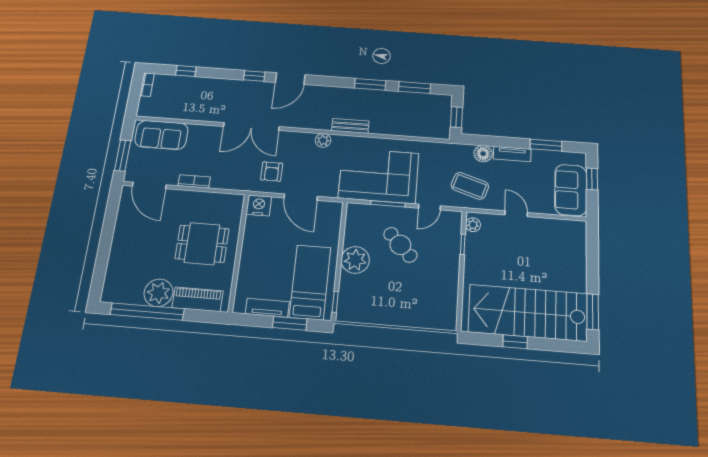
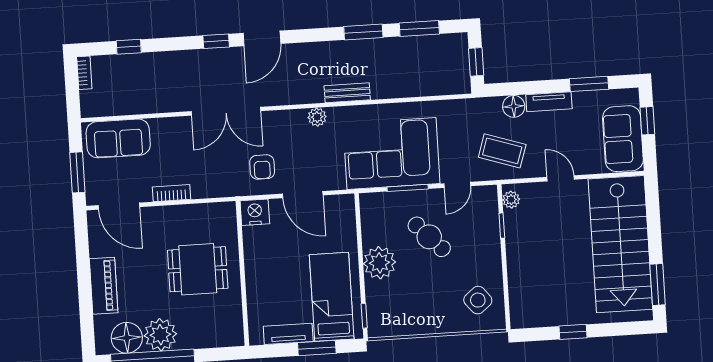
floor lamp: (130, 291) -> (127, 338), added
piano: (197, 299) -> (104, 286), moved, turned 90
side table: (435, 303) -> (478, 300), added
stairs: (528, 313) -> (620, 244), moved, turned -90

